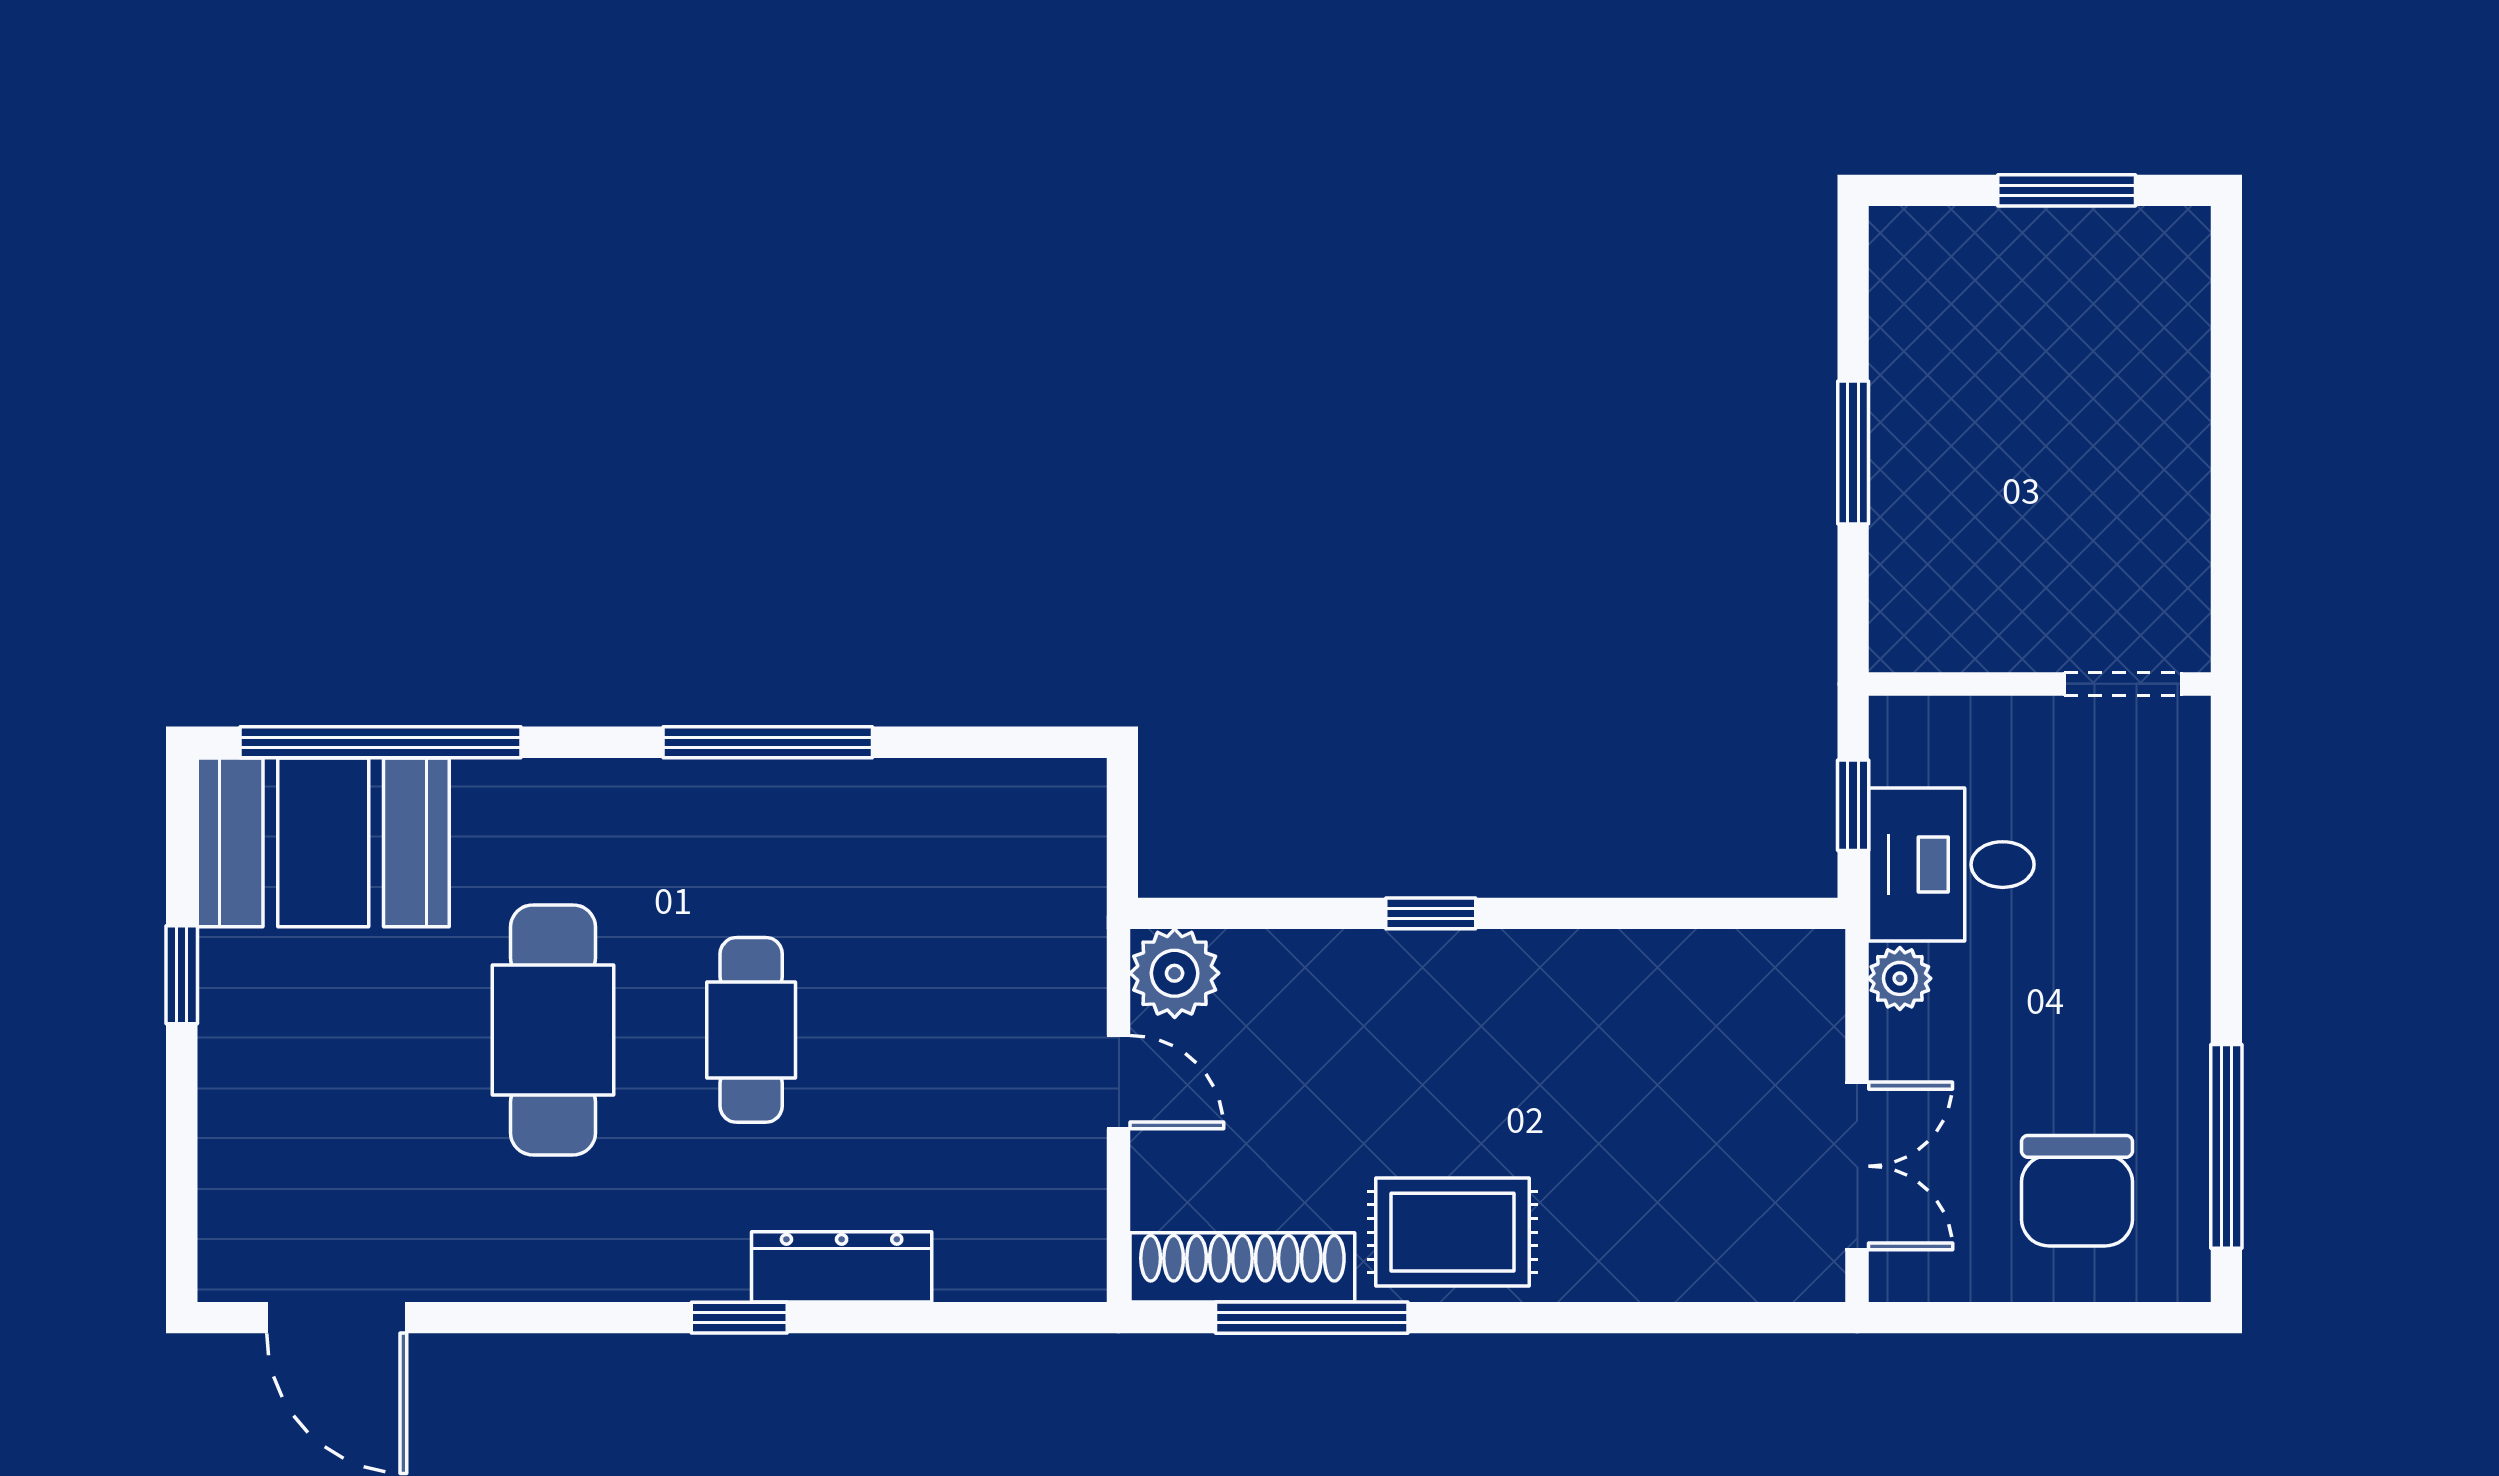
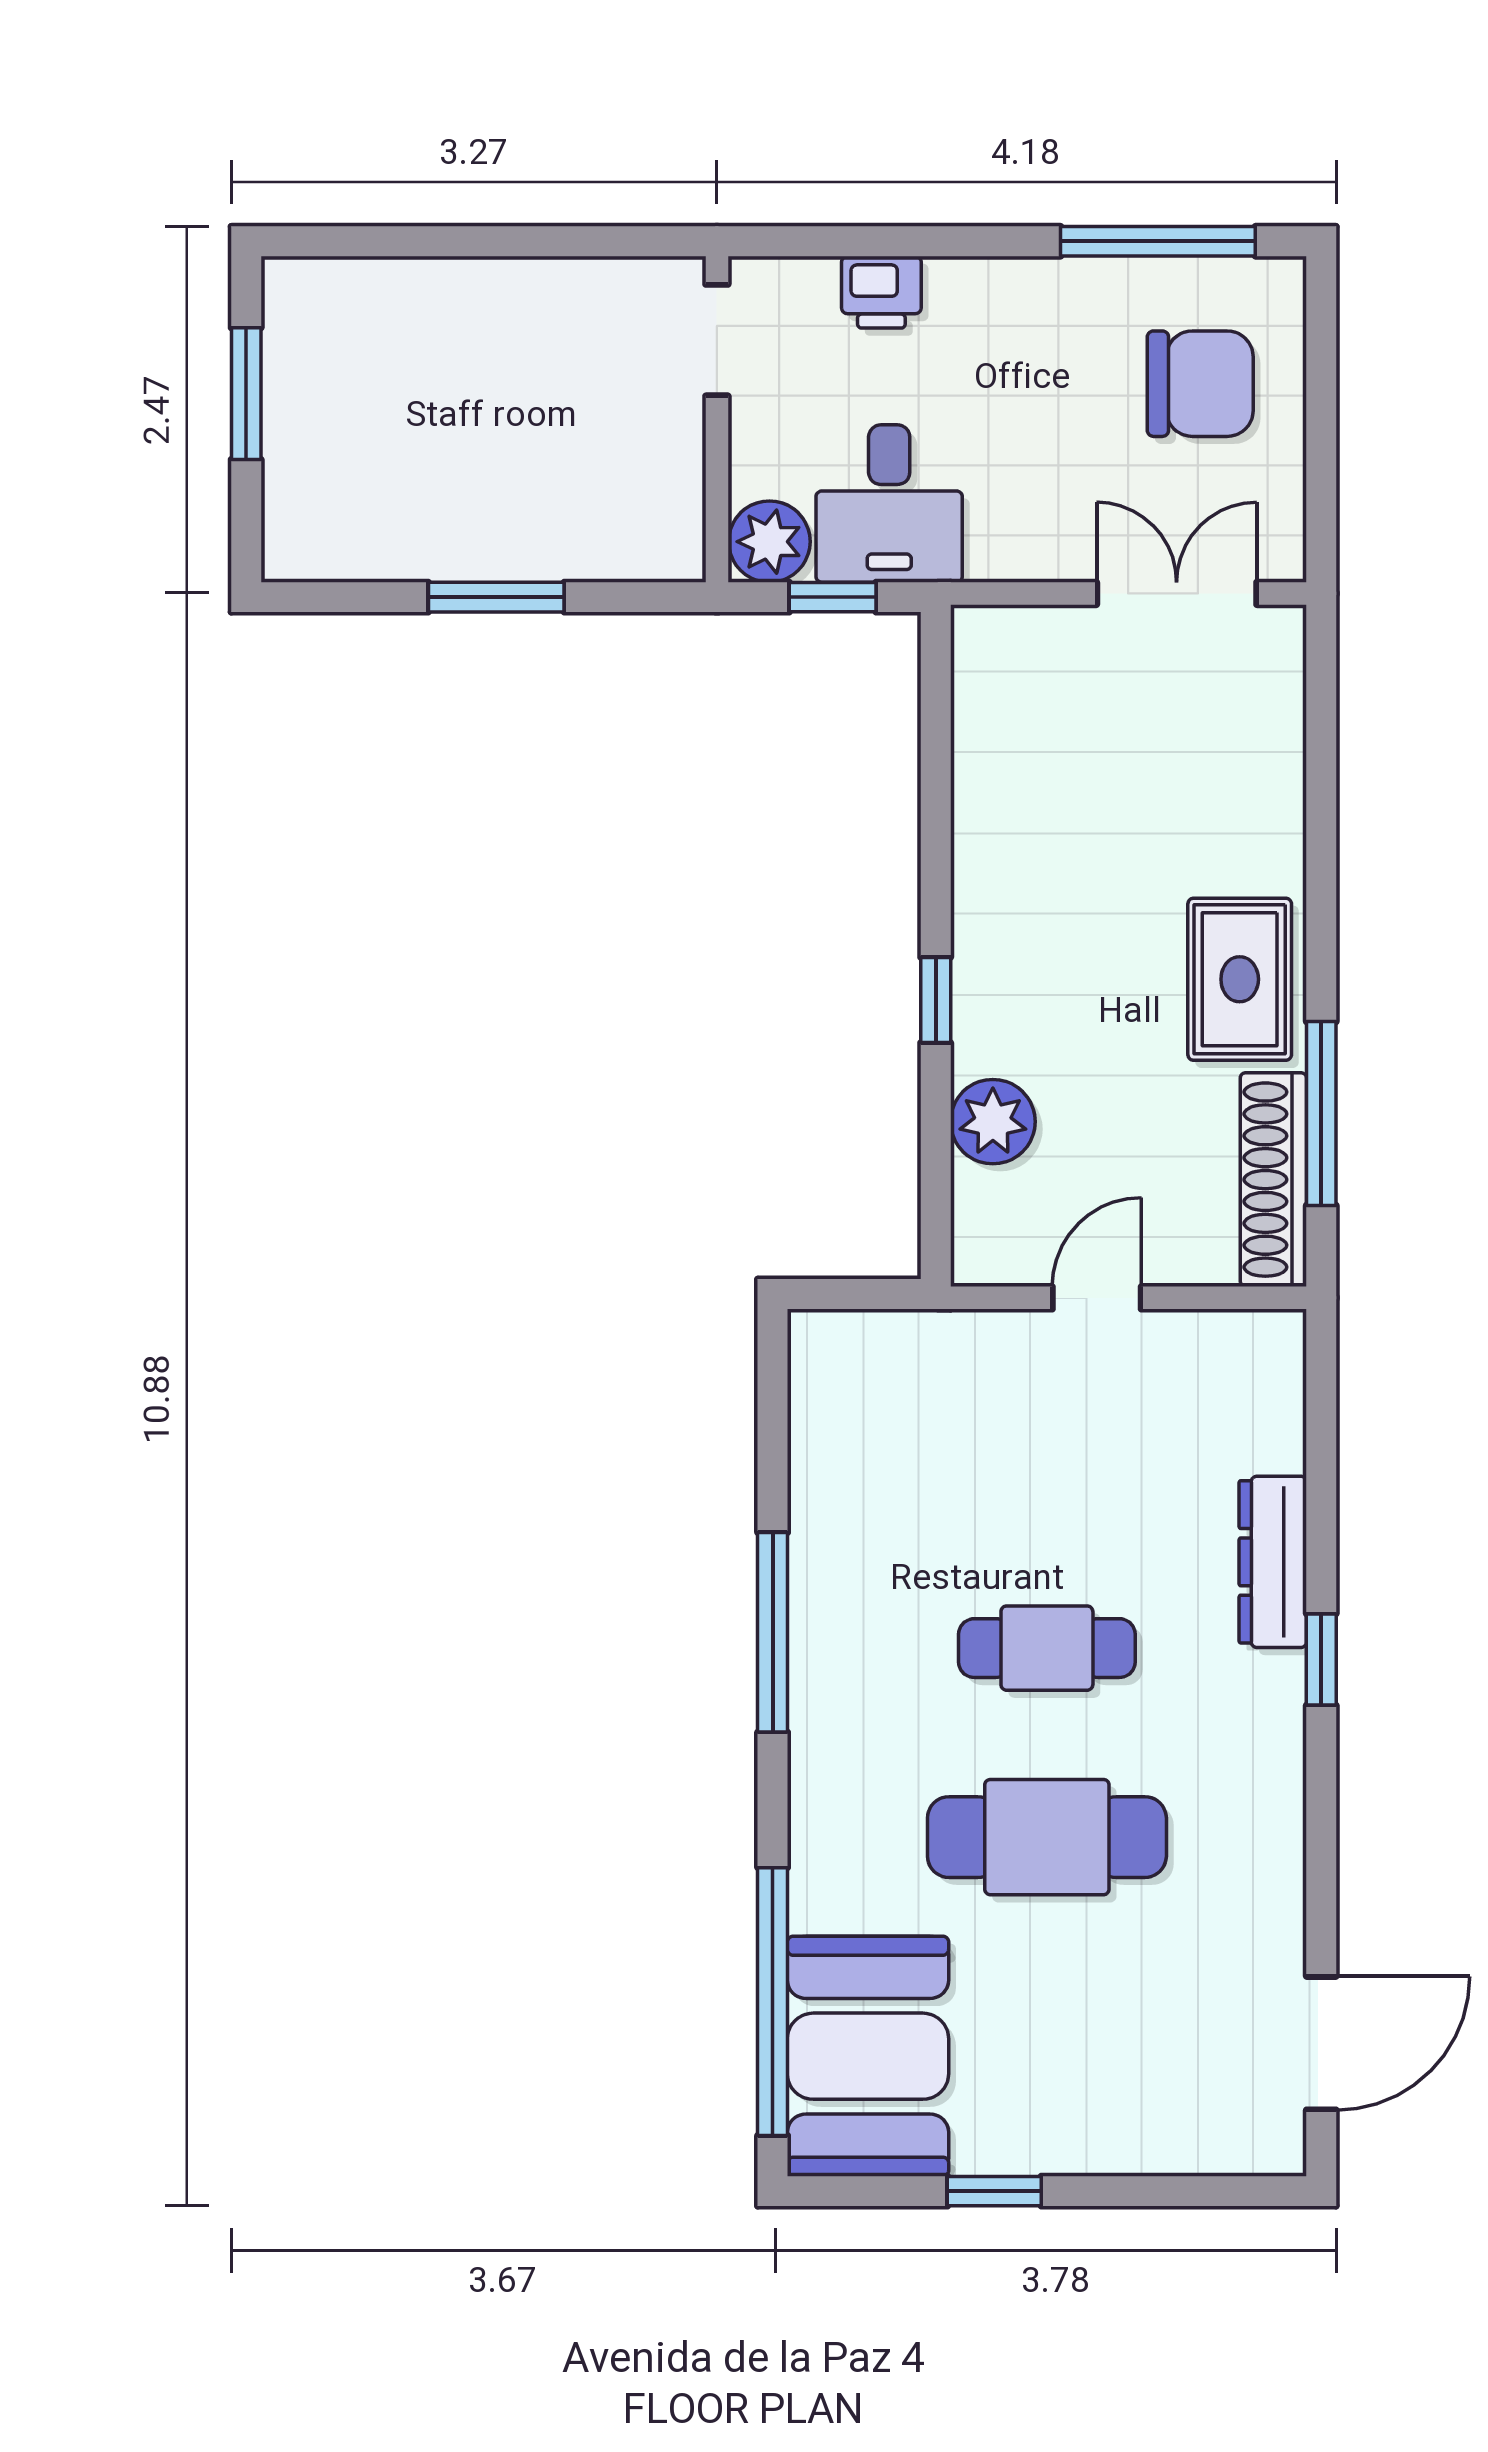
printer: (2173, 856) -> (881, 292), added
plant: (1175, 973) -> (993, 1122), moved
plant: (1900, 978) -> (769, 542), moved, width x1.38, depth x1.38

